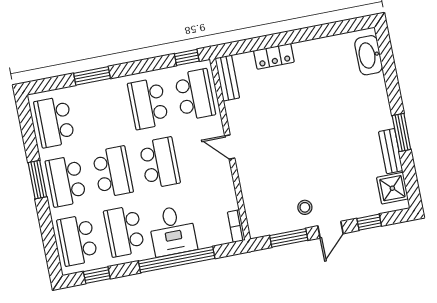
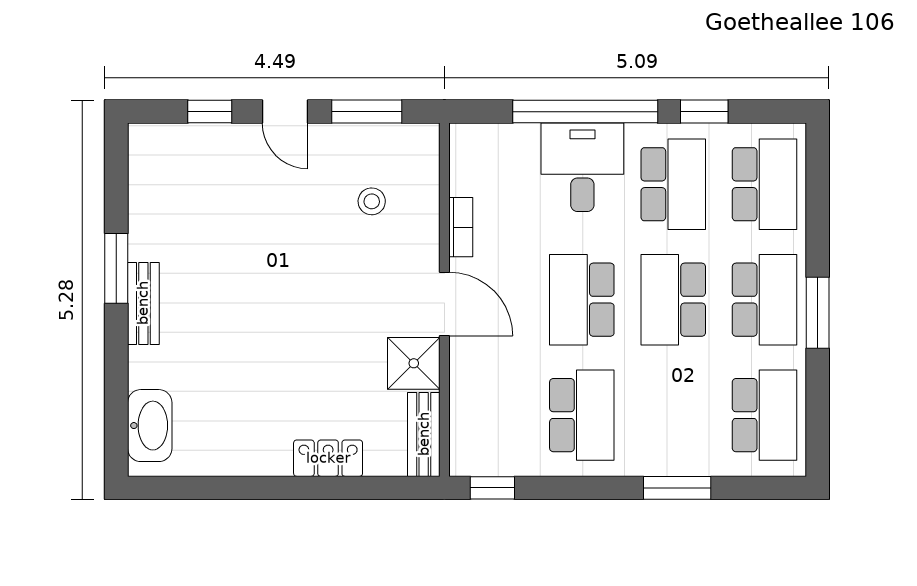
school desk: (195, 95) -> (491, 415), removed
door: (230, 147) -> (444, 304), width x1.38
bench: (391, 151) -> (143, 303), moved
shower: (392, 188) -> (414, 363), moved
stool: (305, 207) -> (372, 201), moved
bookcase: (236, 226) -> (461, 227), moved
door: (331, 230) -> (285, 112), swing flipped
window: (97, 275) -> (704, 112), moved

